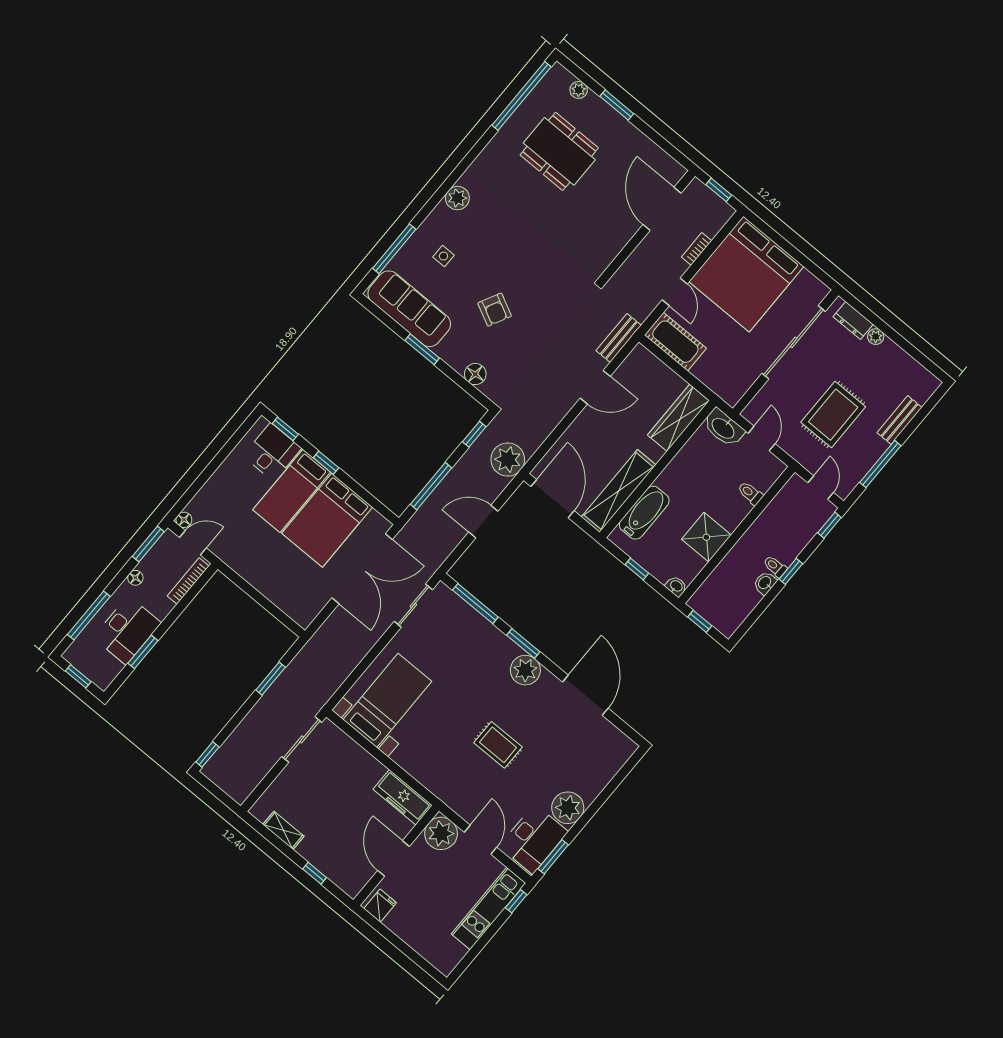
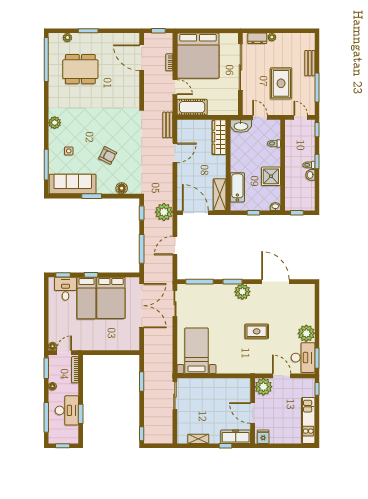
shelving: (619, 491) -> (220, 195), width x0.68
freezer: (403, 797) -> (236, 437), moved, turned 180
kitchen unit: (489, 909) -> (308, 420), moved

